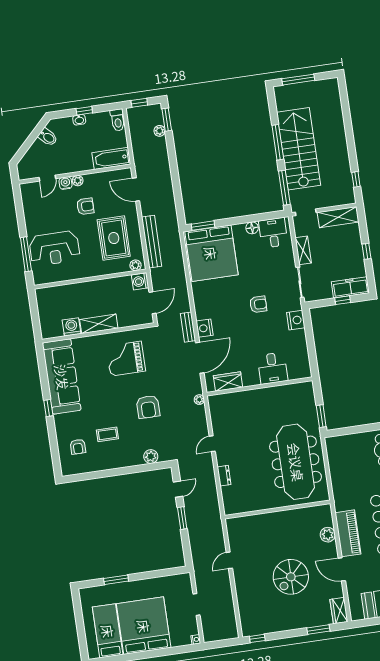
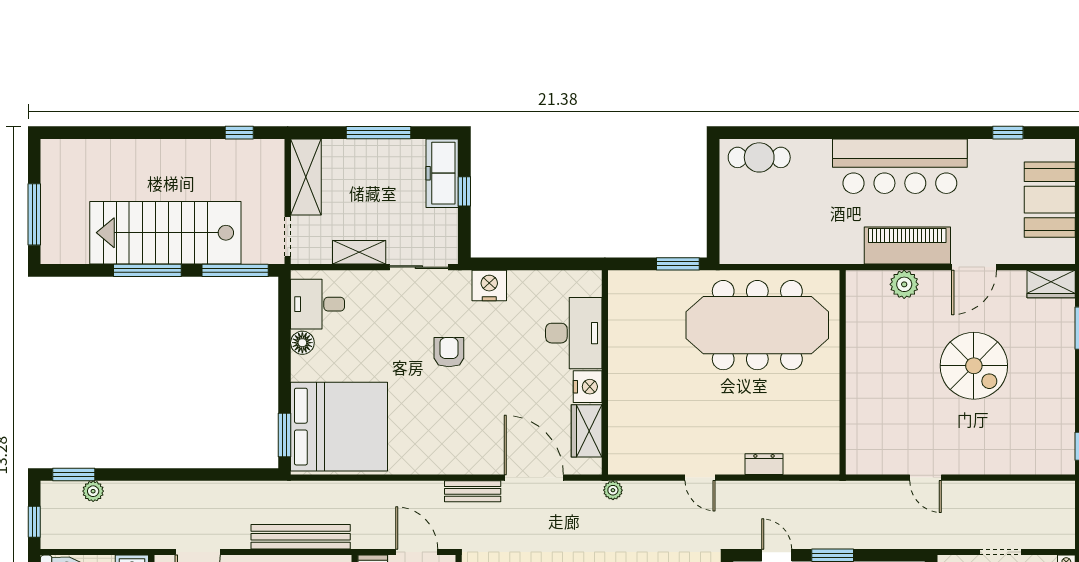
window: (366, 251) -> (378, 133), width x2.17
nightstand: (205, 328) -> (588, 387), moved, turned -90
desk: (273, 368) -> (574, 333), width x1.37

